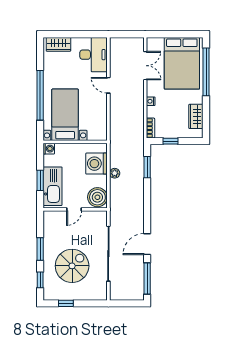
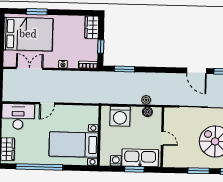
window: (206, 72) -> (37, 12), width x0.47
window: (40, 95) -> (39, 167), moved
wardrobe: (196, 116) -> (92, 27), moved, turned 90
washing machine: (49, 149) -> (116, 161), moved
plant: (115, 173) -> (146, 100), moved
boiler: (97, 197) -> (147, 112), width x0.54, depth x0.54

